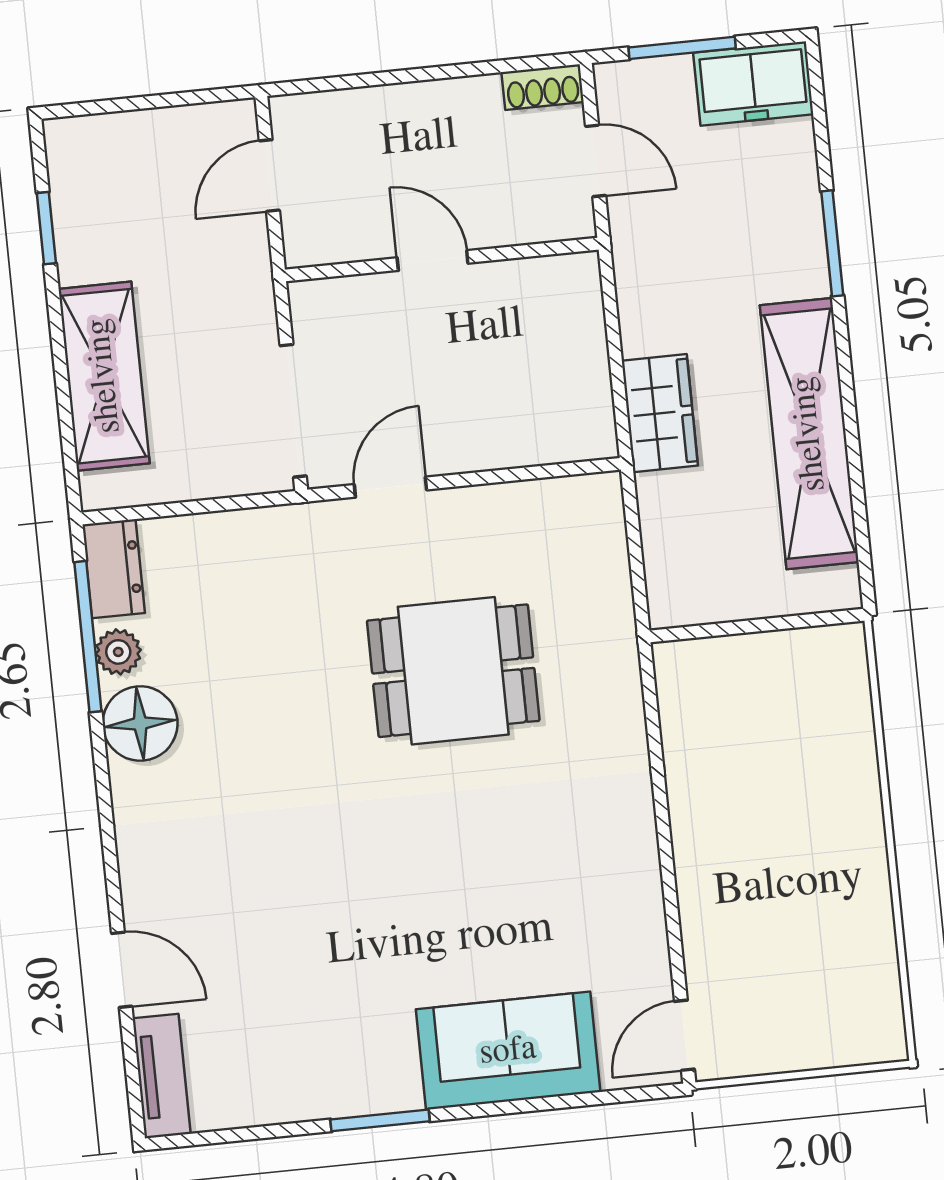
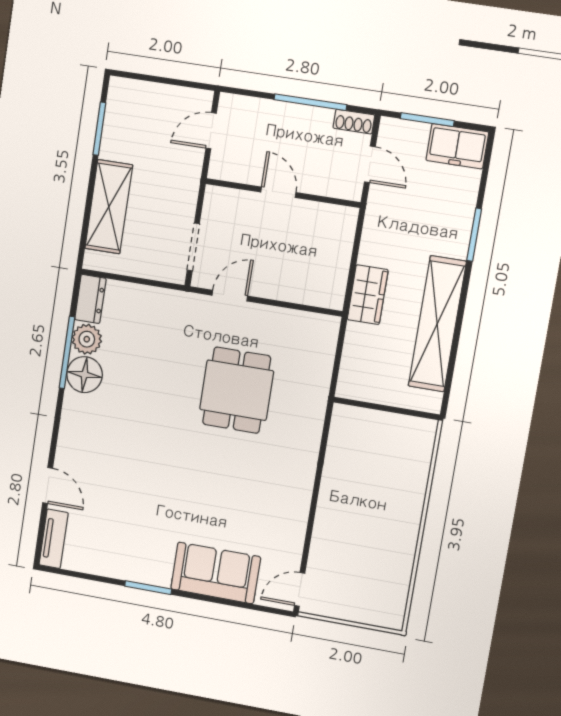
window: (449, 72) -> (310, 102), added
window: (46, 228) -> (99, 129), width x1.50
doorway: (293, 411) -> (193, 247), width x0.73
window: (88, 637) -> (67, 352), moved
plant: (118, 652) -> (87, 339), width x1.38, depth x1.38
dining table: (453, 671) -> (237, 390), turned 90

